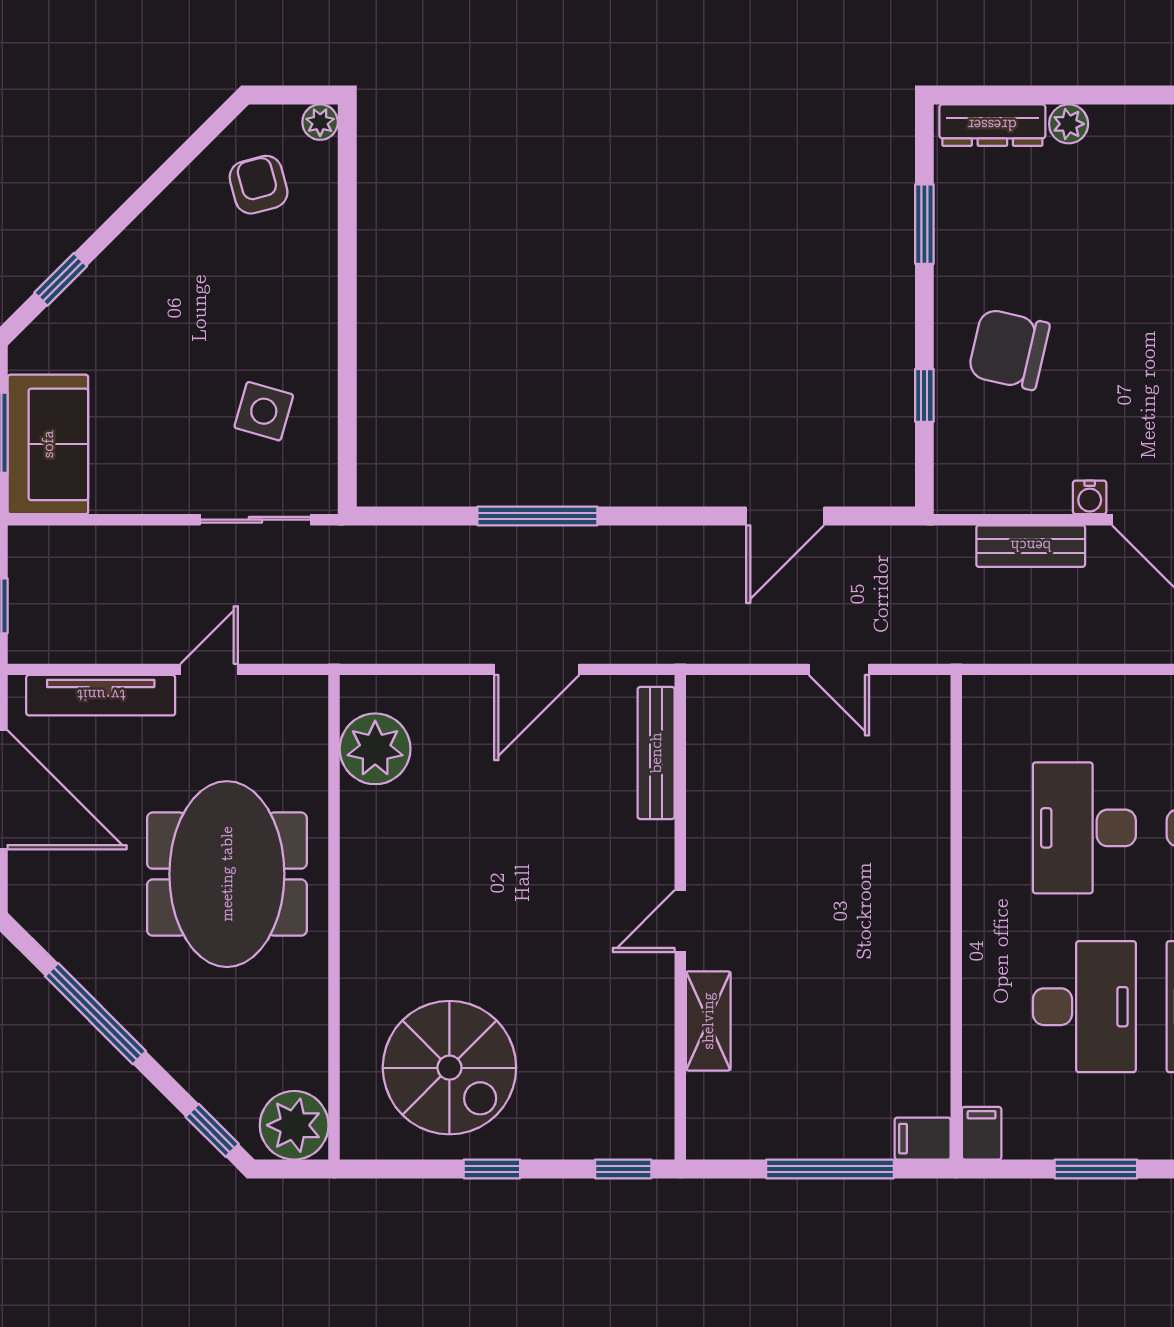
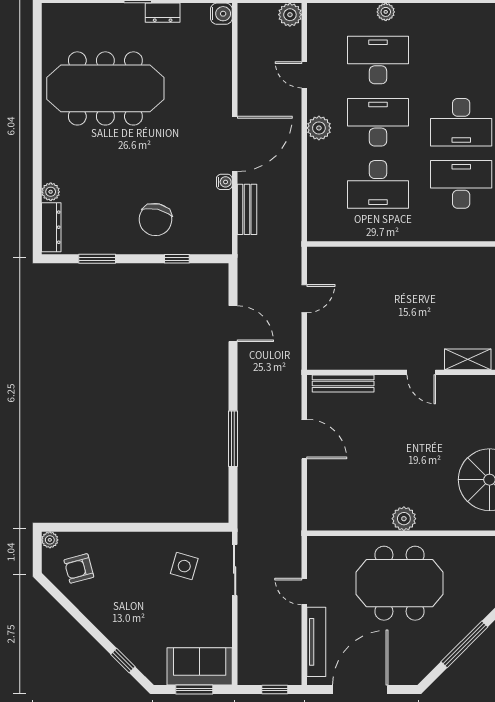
plant: (375, 749) -> (404, 519), moved, width x0.73, depth x0.73

